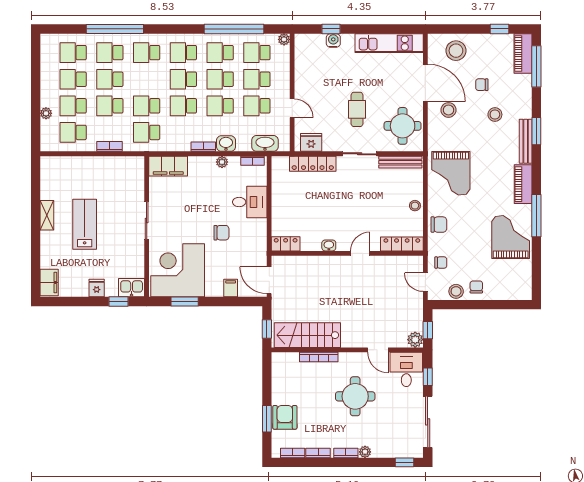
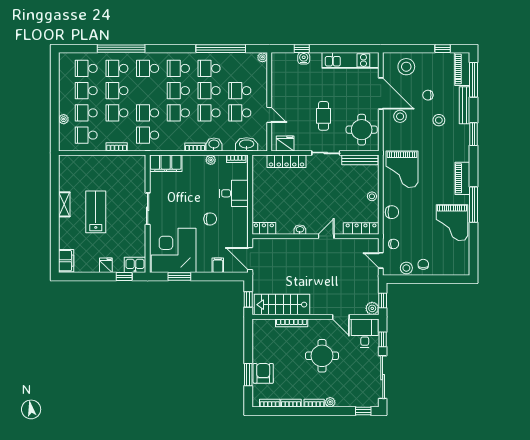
school desk: (257, 53) -> (240, 68), removed
bench: (526, 141) -> (465, 105), moved
grand piano: (511, 237) -> (452, 223), turned 180

